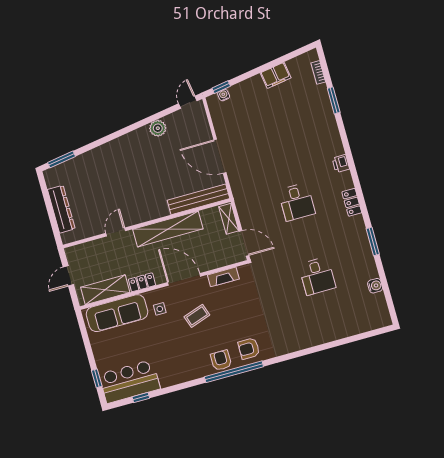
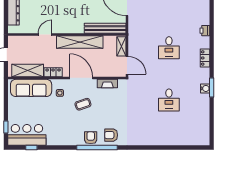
water cooler: (375, 286) -> (205, 88), moved

